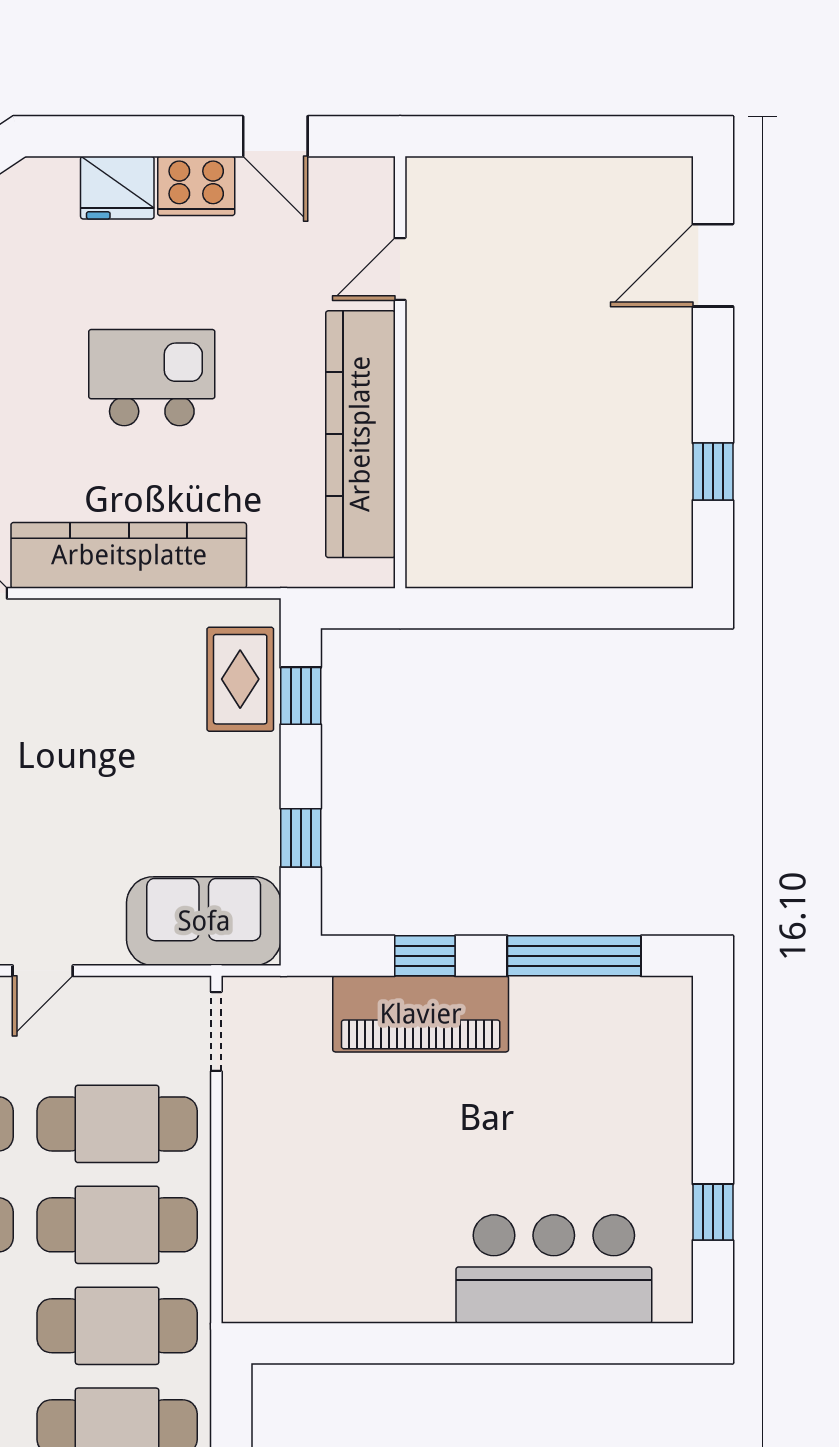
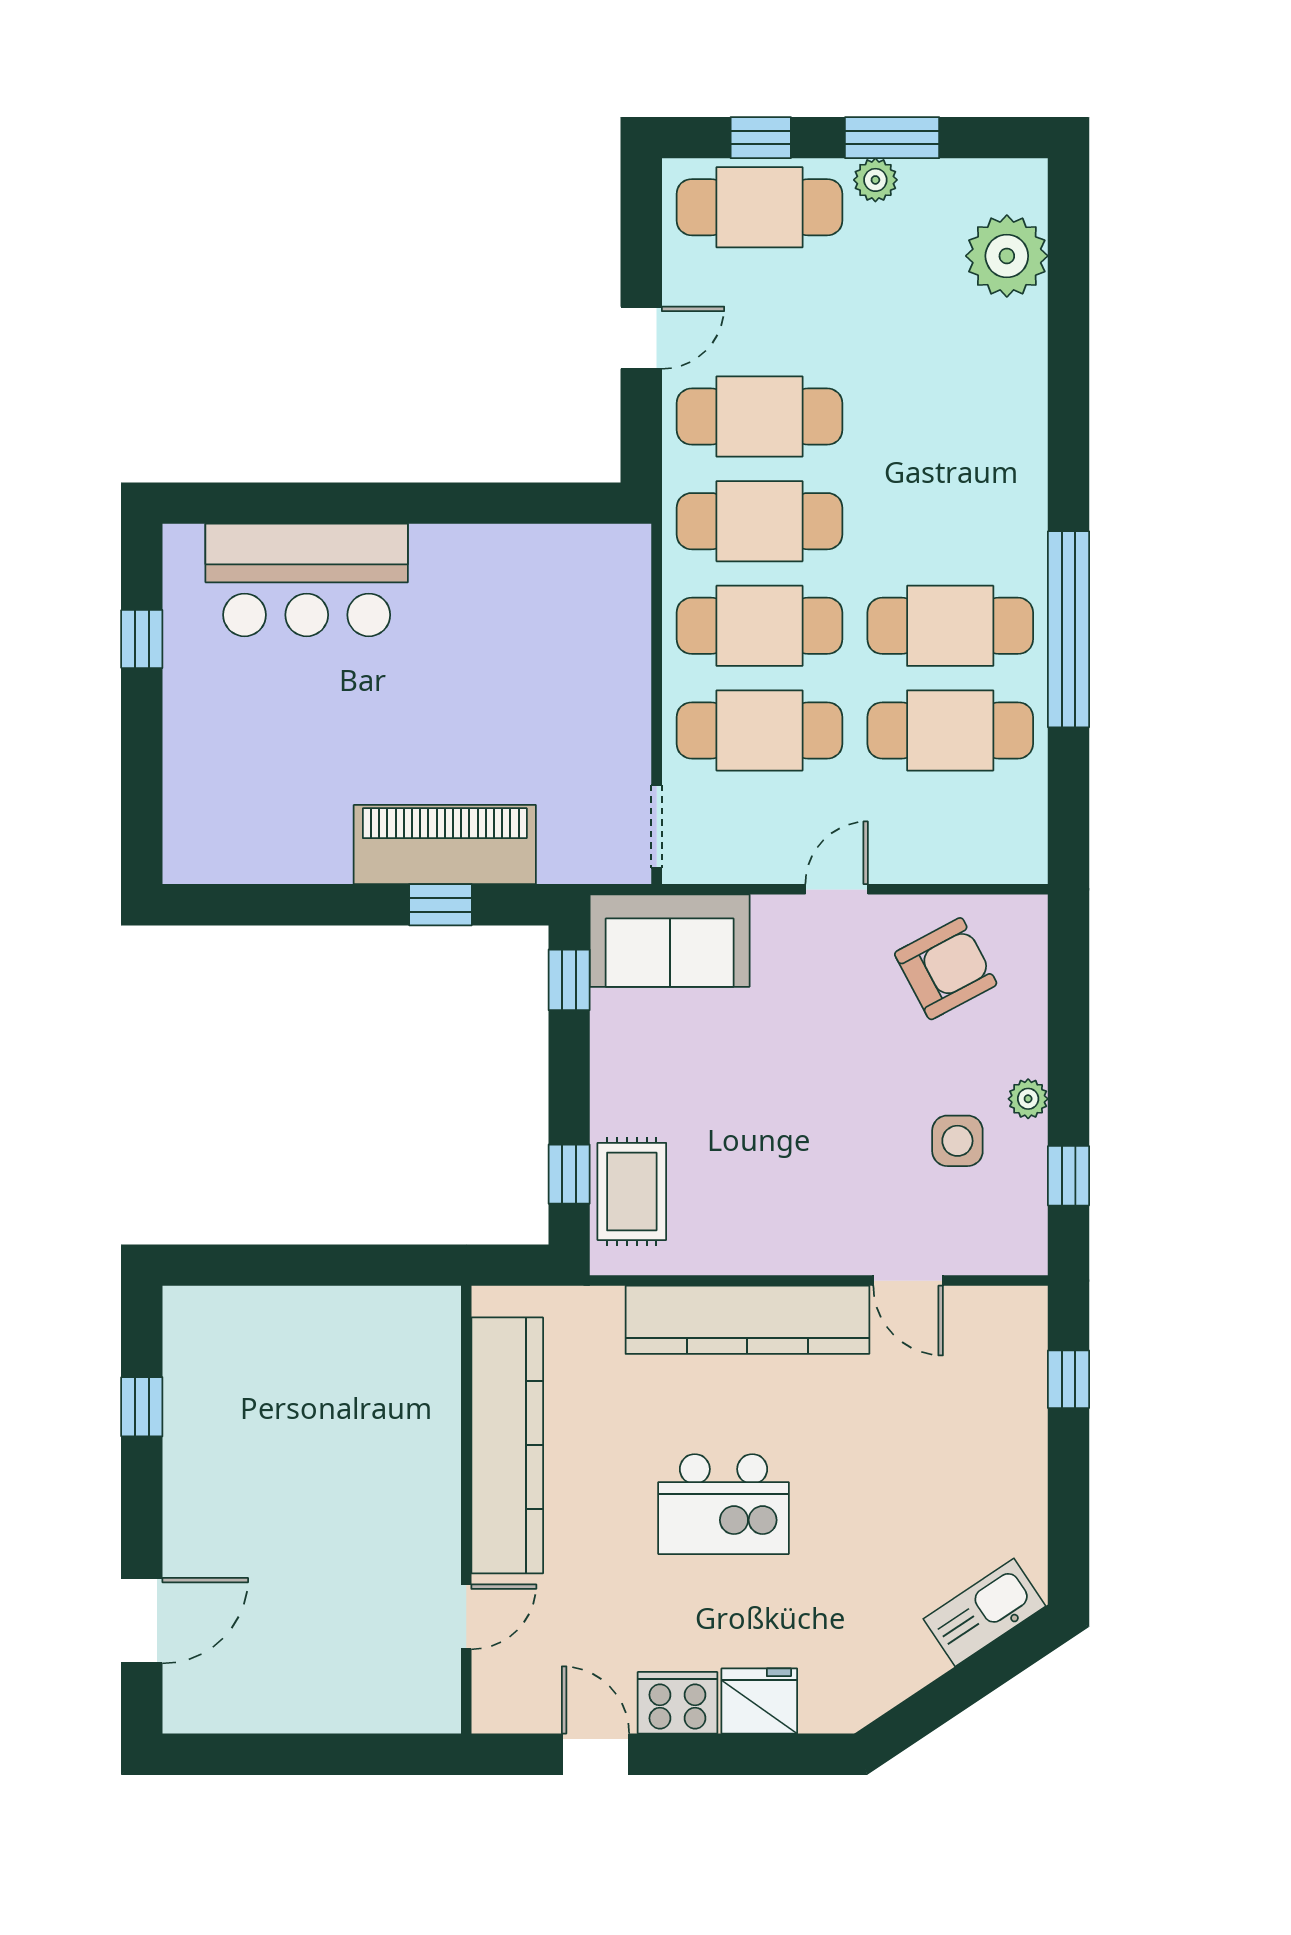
window: (301, 838) -> (569, 980), moved
window: (574, 956) -> (286, 905), removed

